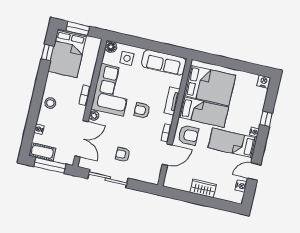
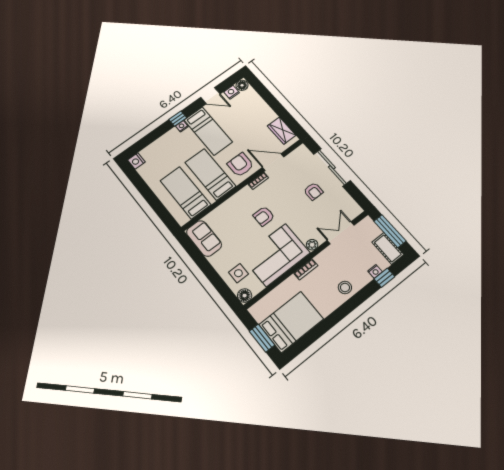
window: (48, 53) -> (384, 278), moved
sofa: (164, 62) -> (204, 238), width x0.73
bed: (209, 86) -> (185, 193), width x0.67
tv unit: (172, 101) -> (230, 204), removed
armchair: (142, 110) -> (264, 216), turned 90
window: (266, 119) -> (178, 119), moved
double door: (81, 139) -> (341, 233), width x0.73
sliding door: (108, 179) -> (332, 167), moved
wardrobe: (203, 188) -> (282, 131), moved
floor lamp: (238, 197) -> (242, 85), added

